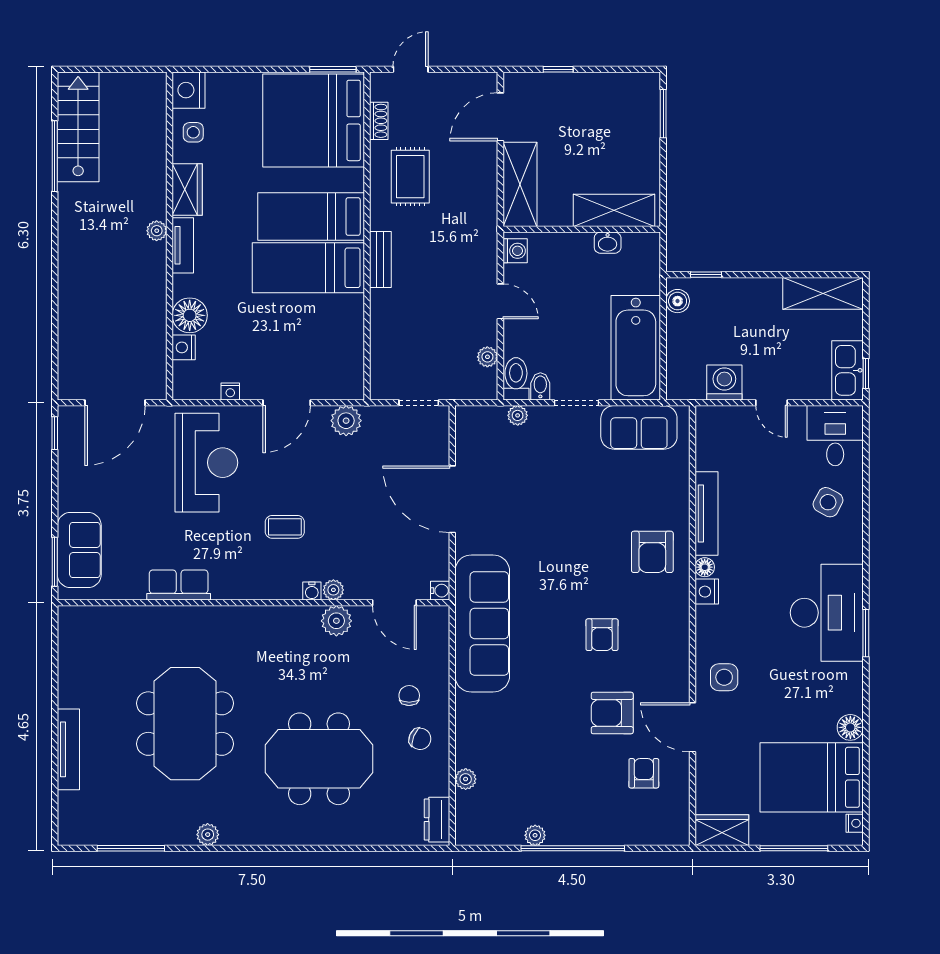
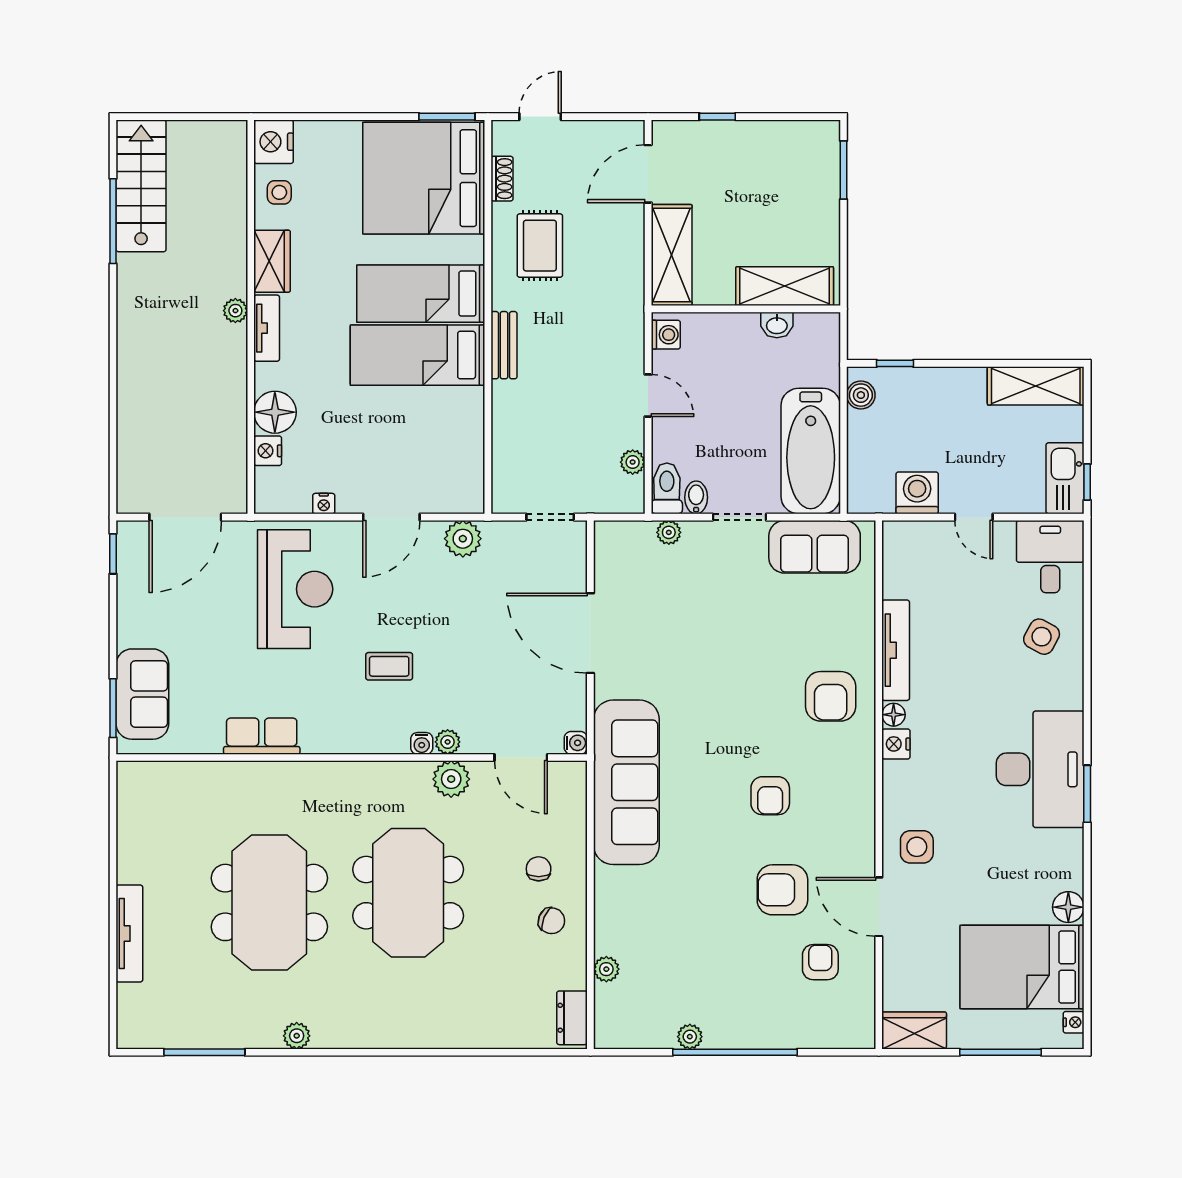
meeting table: (319, 759) -> (408, 893), moved, turned 90

